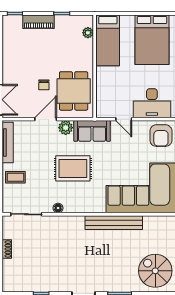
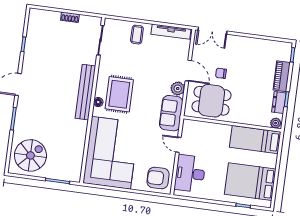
dresser: (66, 21) -> (279, 102), added
plant: (88, 33) -> (276, 123), moved
door: (124, 119) -> (178, 145), hinge flipped
rug: (73, 168) -> (119, 94), moved
floor lamp: (58, 208) -> (98, 102), moved
bench: (114, 223) -> (85, 92), moved

